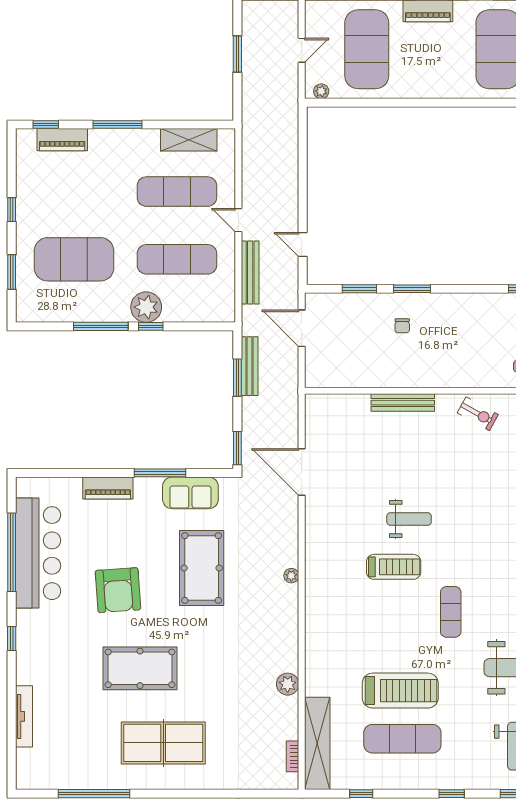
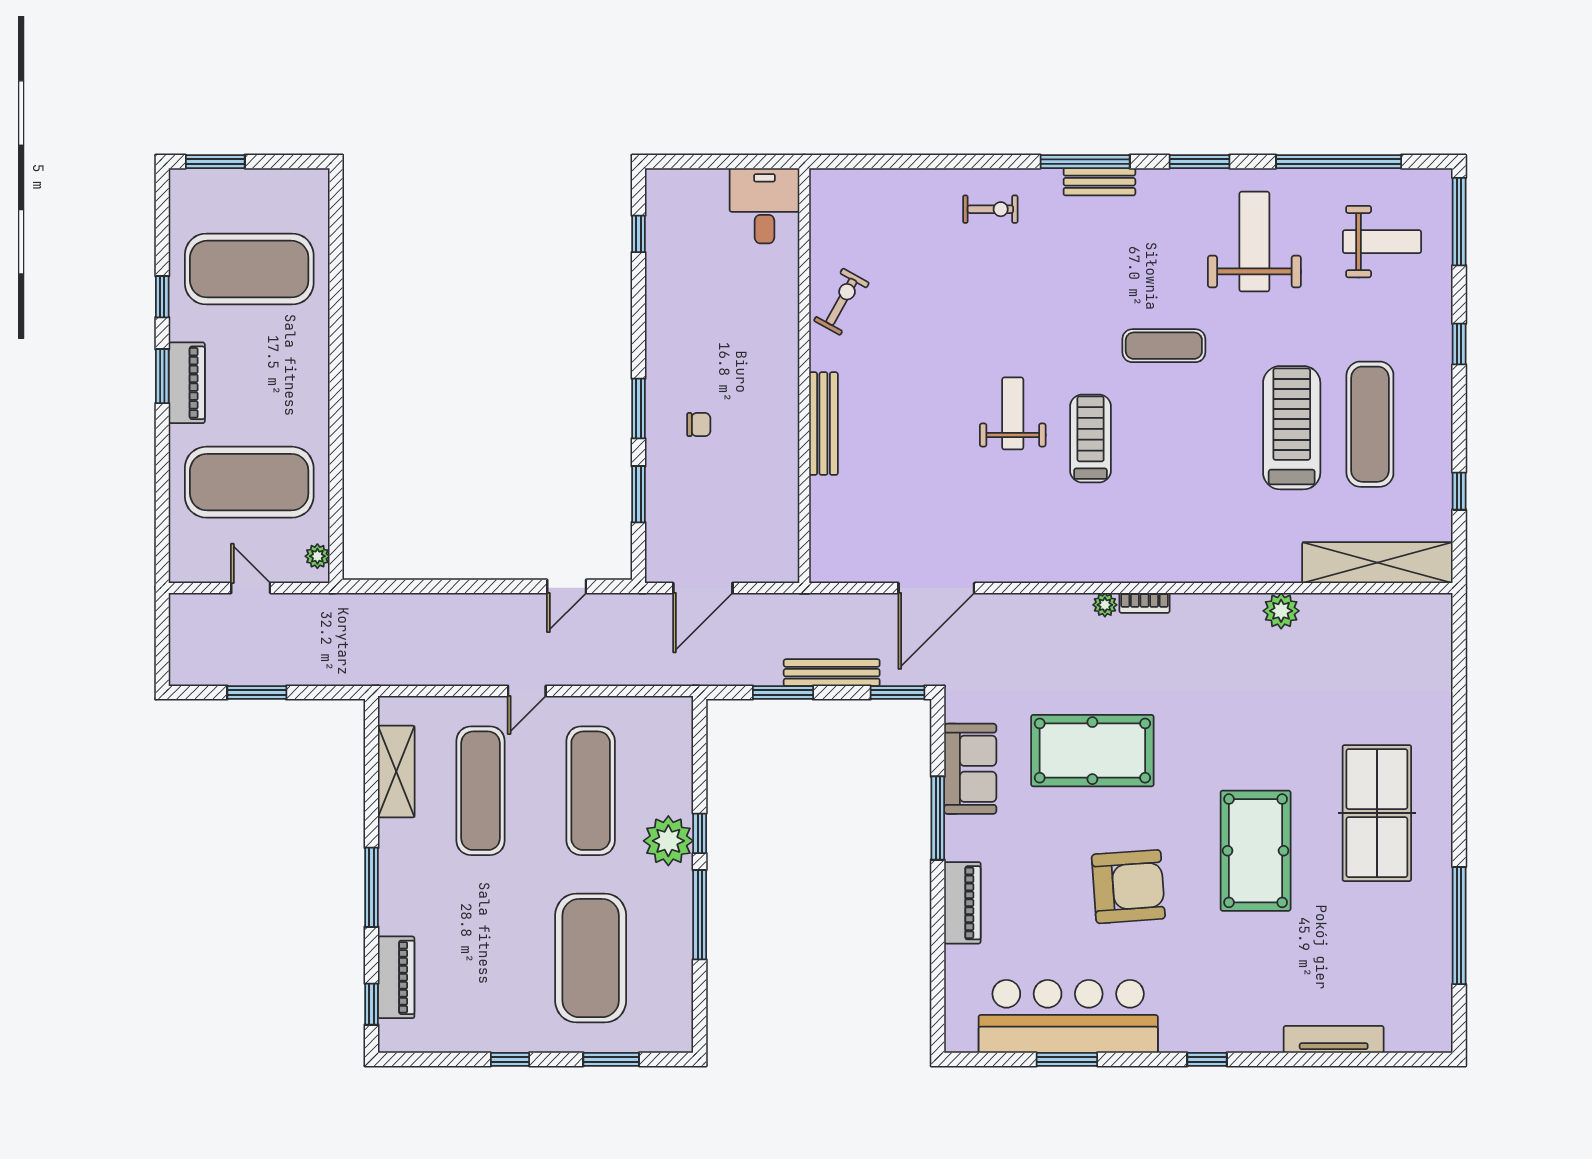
bench: (250, 272) -> (612, 672), removed
bench: (250, 366) -> (832, 673), moved
window: (12, 552) -> (1067, 1059), width x0.47
bookcase: (293, 756) -> (1145, 603), moved

